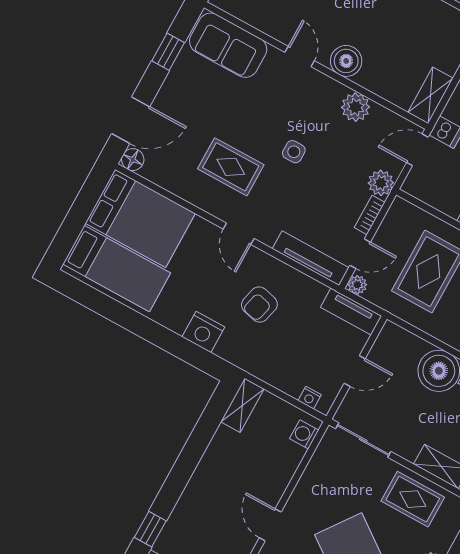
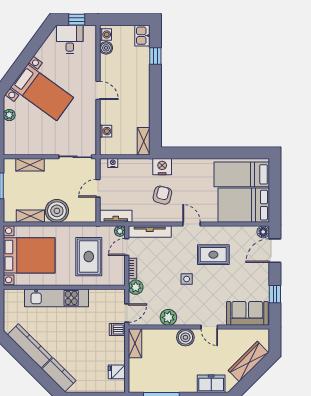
nightstand: (203, 332) -> (162, 167), moved
washing machine: (304, 434) -> (106, 131), moved
rug: (413, 499) -> (35, 141), removed

